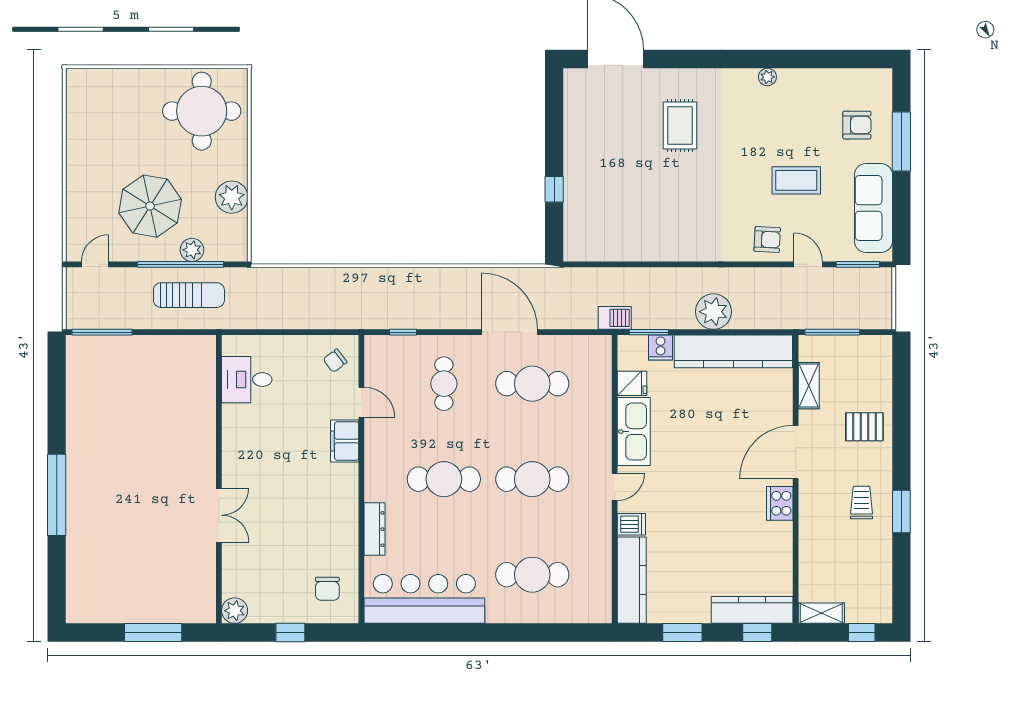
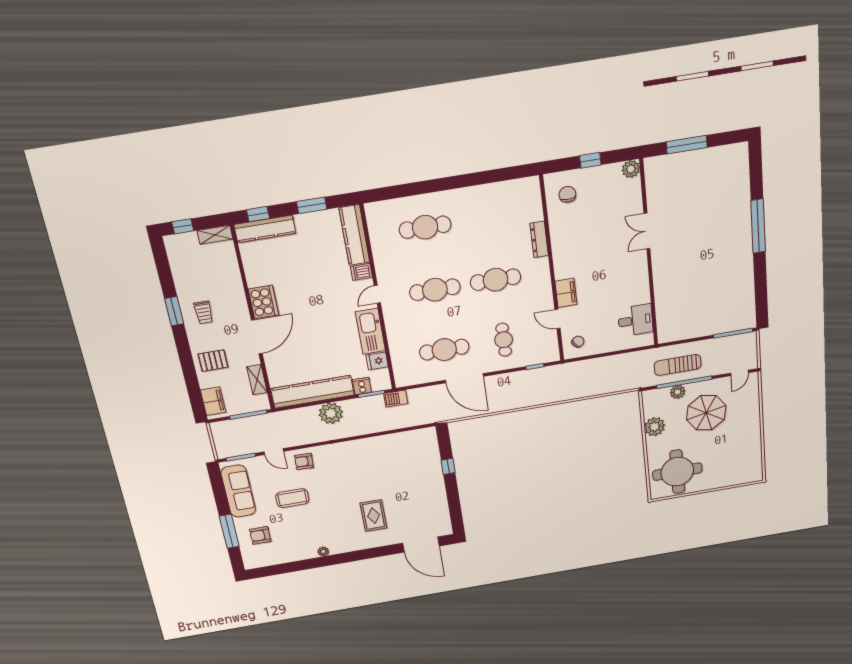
filing cabinet: (878, 363) -> (213, 401), added
cooker: (780, 503) -> (263, 302), width x1.37, depth x1.31
bar counter: (424, 599) -> (499, 199), removed

